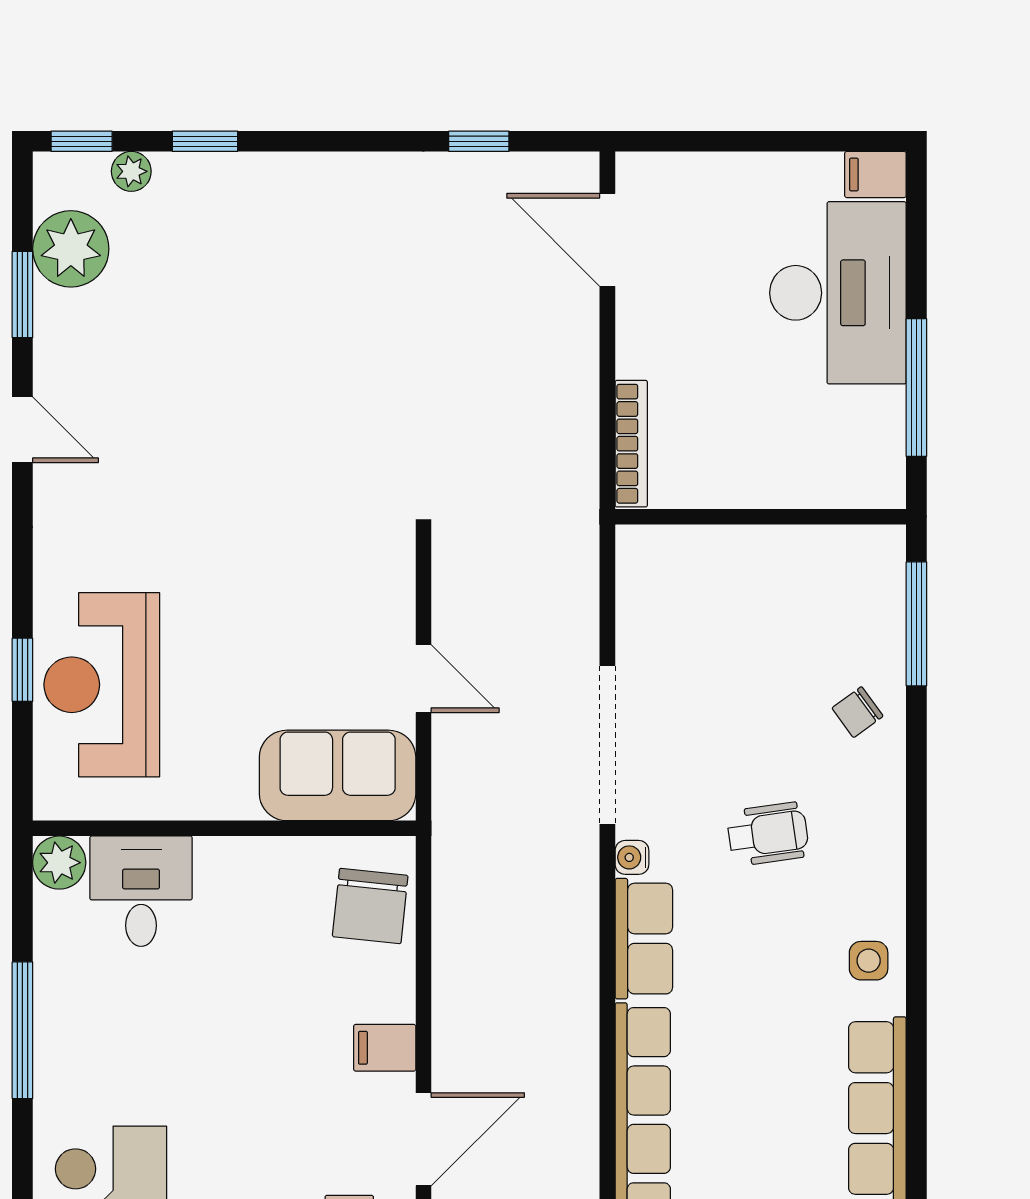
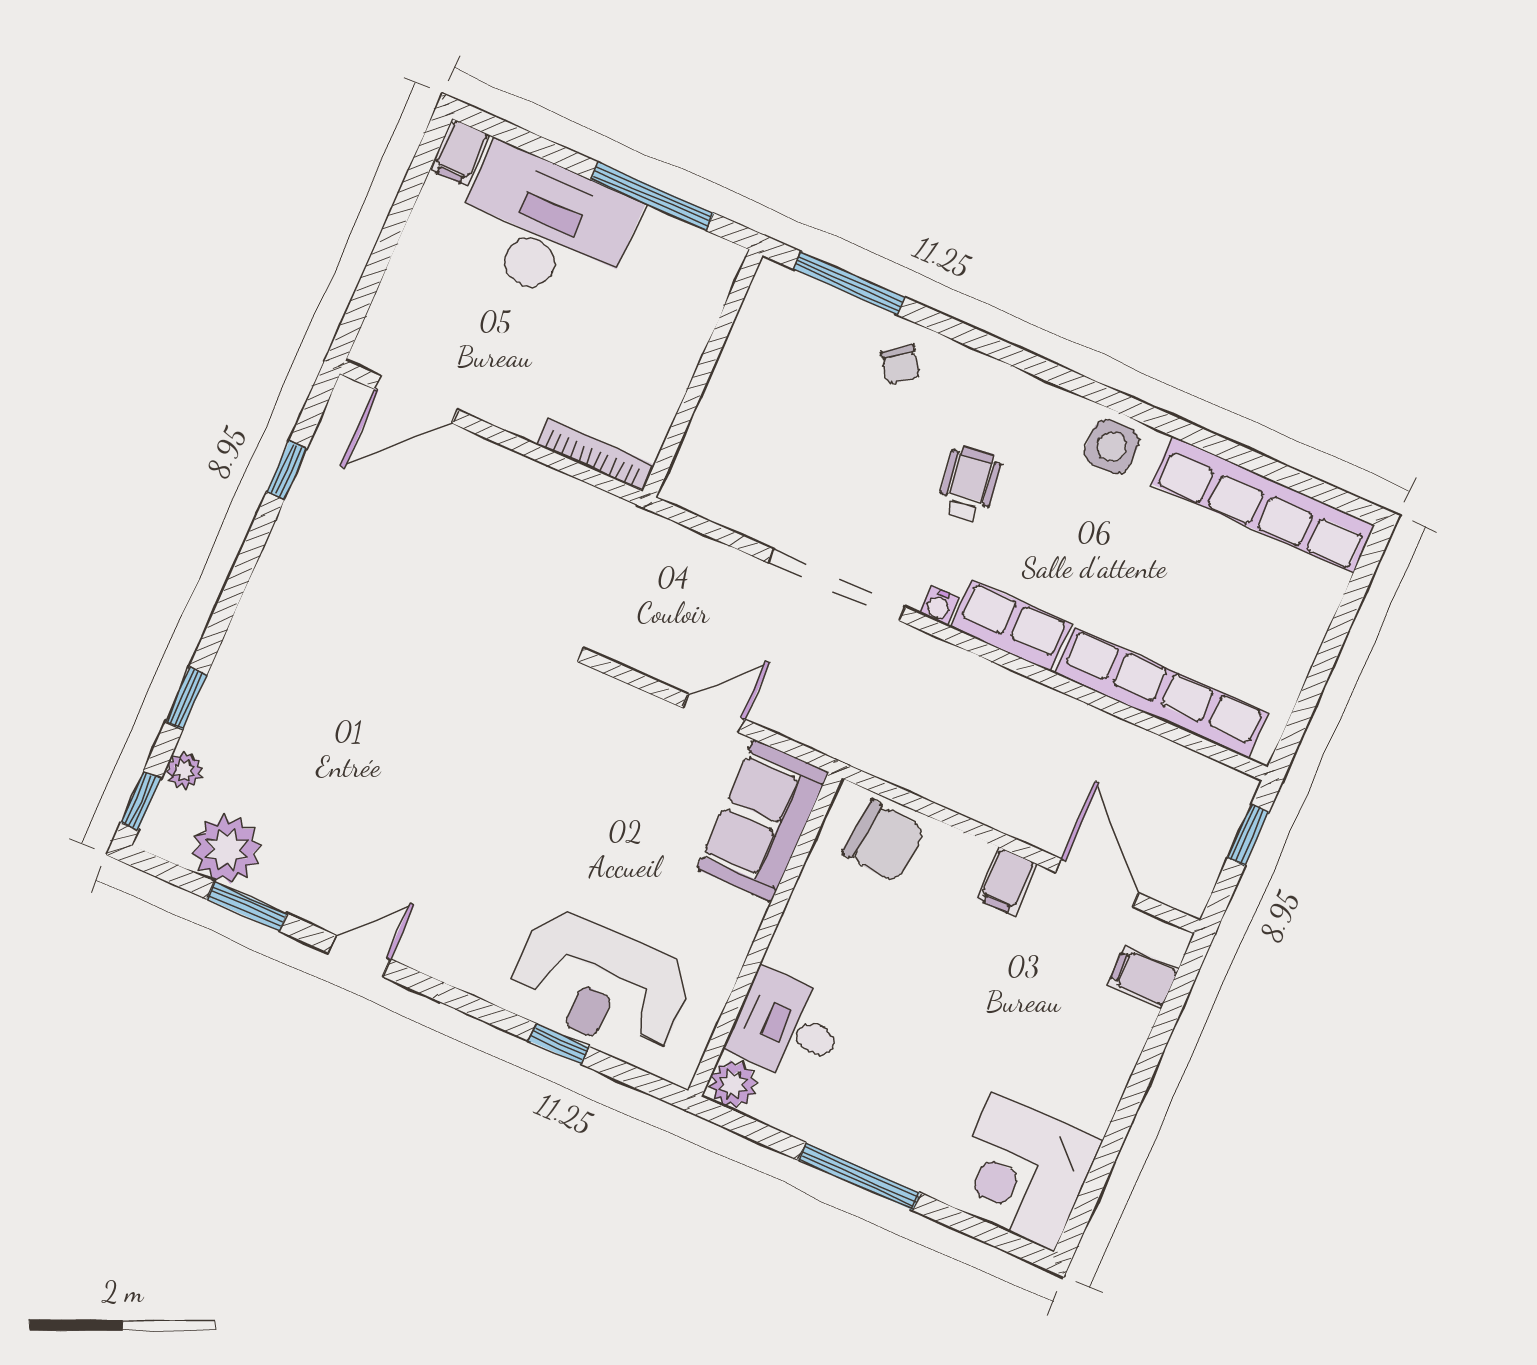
side table: (869, 961) -> (1112, 447), width x1.37, depth x1.37

